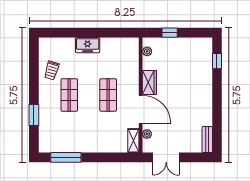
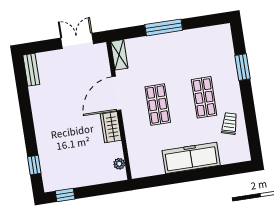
window: (170, 33) -> (65, 195), moved
freezer: (88, 45) -> (191, 158), width x1.91, depth x1.26
door: (141, 109) -> (116, 93), hinge flipped
plant: (147, 134) -> (104, 65), removed
window: (66, 157) -> (164, 27), moved

